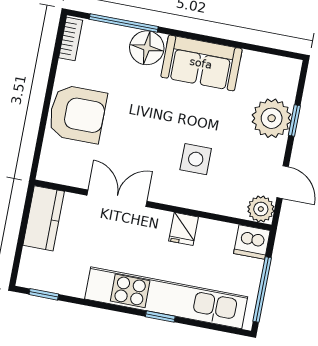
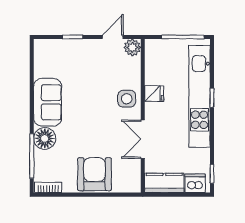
plant: (272, 118) -> (74, 52), removed
side table: (196, 159) -> (127, 99), moved
dishwasher: (252, 242) -> (195, 183), moved, turned -90

